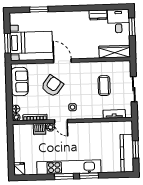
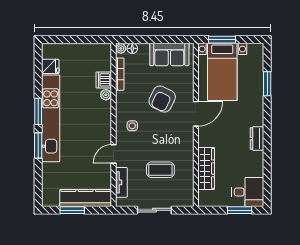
dresser: (98, 15) -> (257, 139), moved
wardrobe: (115, 52) -> (206, 168), moved
armchair: (52, 86) -> (162, 99), turned 79
door: (61, 121) -> (113, 154), moved
kitchen counter: (127, 153) -> (86, 198), moved
fridge: (19, 169) -> (50, 66), moved

